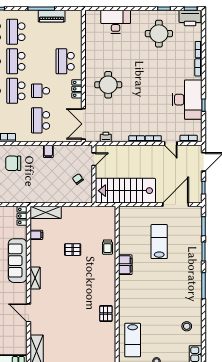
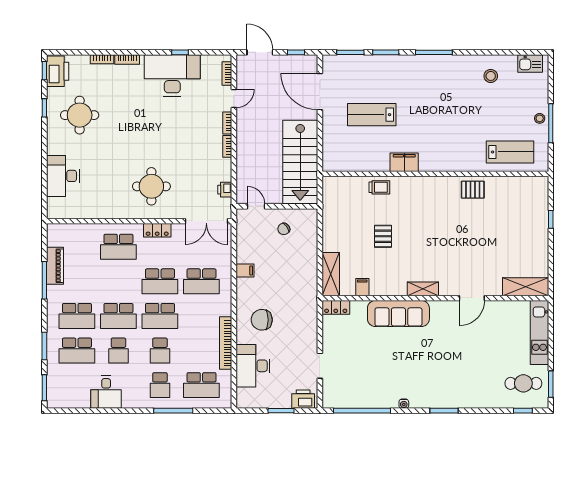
school desk: (41, 91) -> (160, 281), width x1.85
chair: (13, 163) -> (262, 320), turned 90

